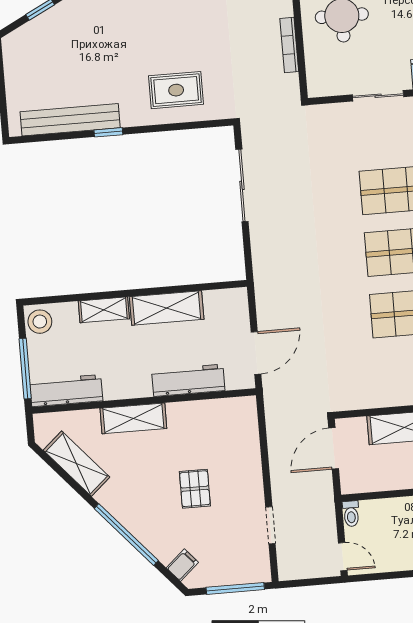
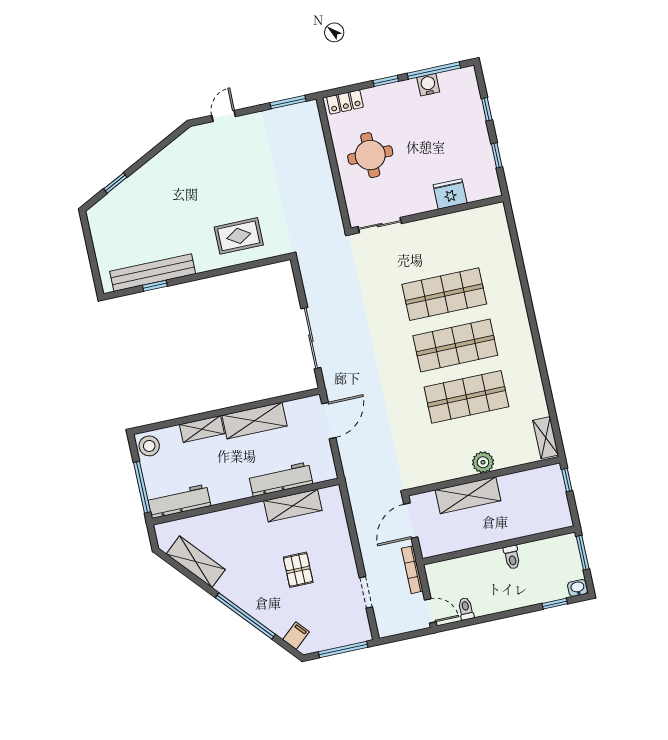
bookcase: (289, 45) -> (412, 570), moved
sliding door: (378, 96) -> (380, 225), moved
window: (108, 132) -> (155, 286), moved
sliding door: (242, 185) -> (311, 338), moved
door: (256, 353) -> (329, 421), moved
shelving: (133, 418) -> (293, 506), moved
toilet: (351, 514) -> (466, 609), moved, turned 180

